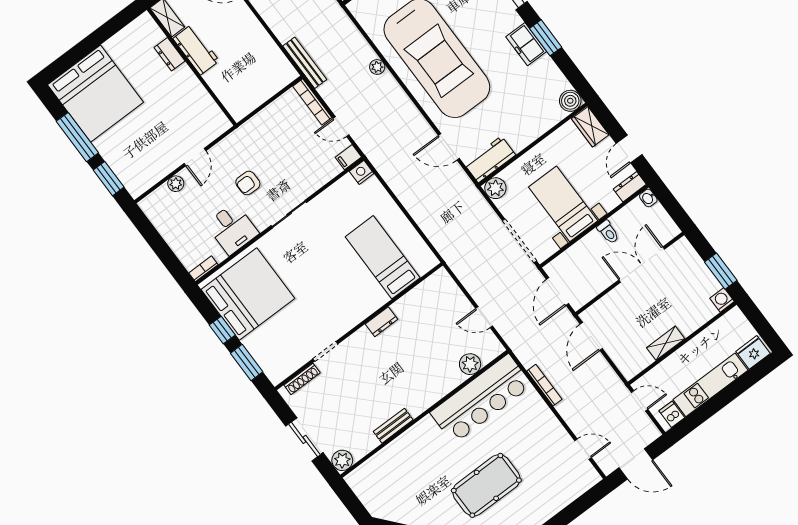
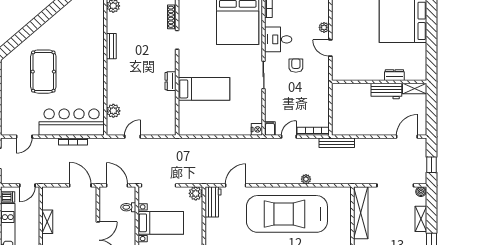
toilet: (608, 232) -> (128, 207), moved
bed: (383, 257) -> (204, 89), moved
bar counter: (481, 399) -> (72, 122), moved, turned 90

